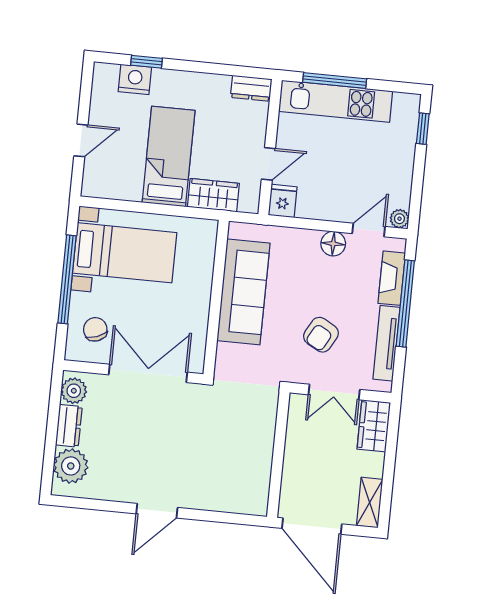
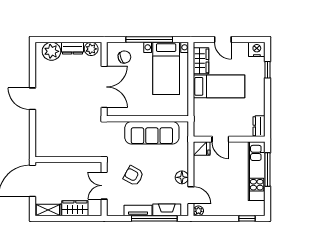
nightstand: (135, 79) -> (257, 49), moved, turned -90
wardrobe: (213, 195) -> (201, 61), moved
tv unit: (386, 343) -> (138, 210), width x0.71
wardrobe: (374, 426) -> (75, 208), moved

